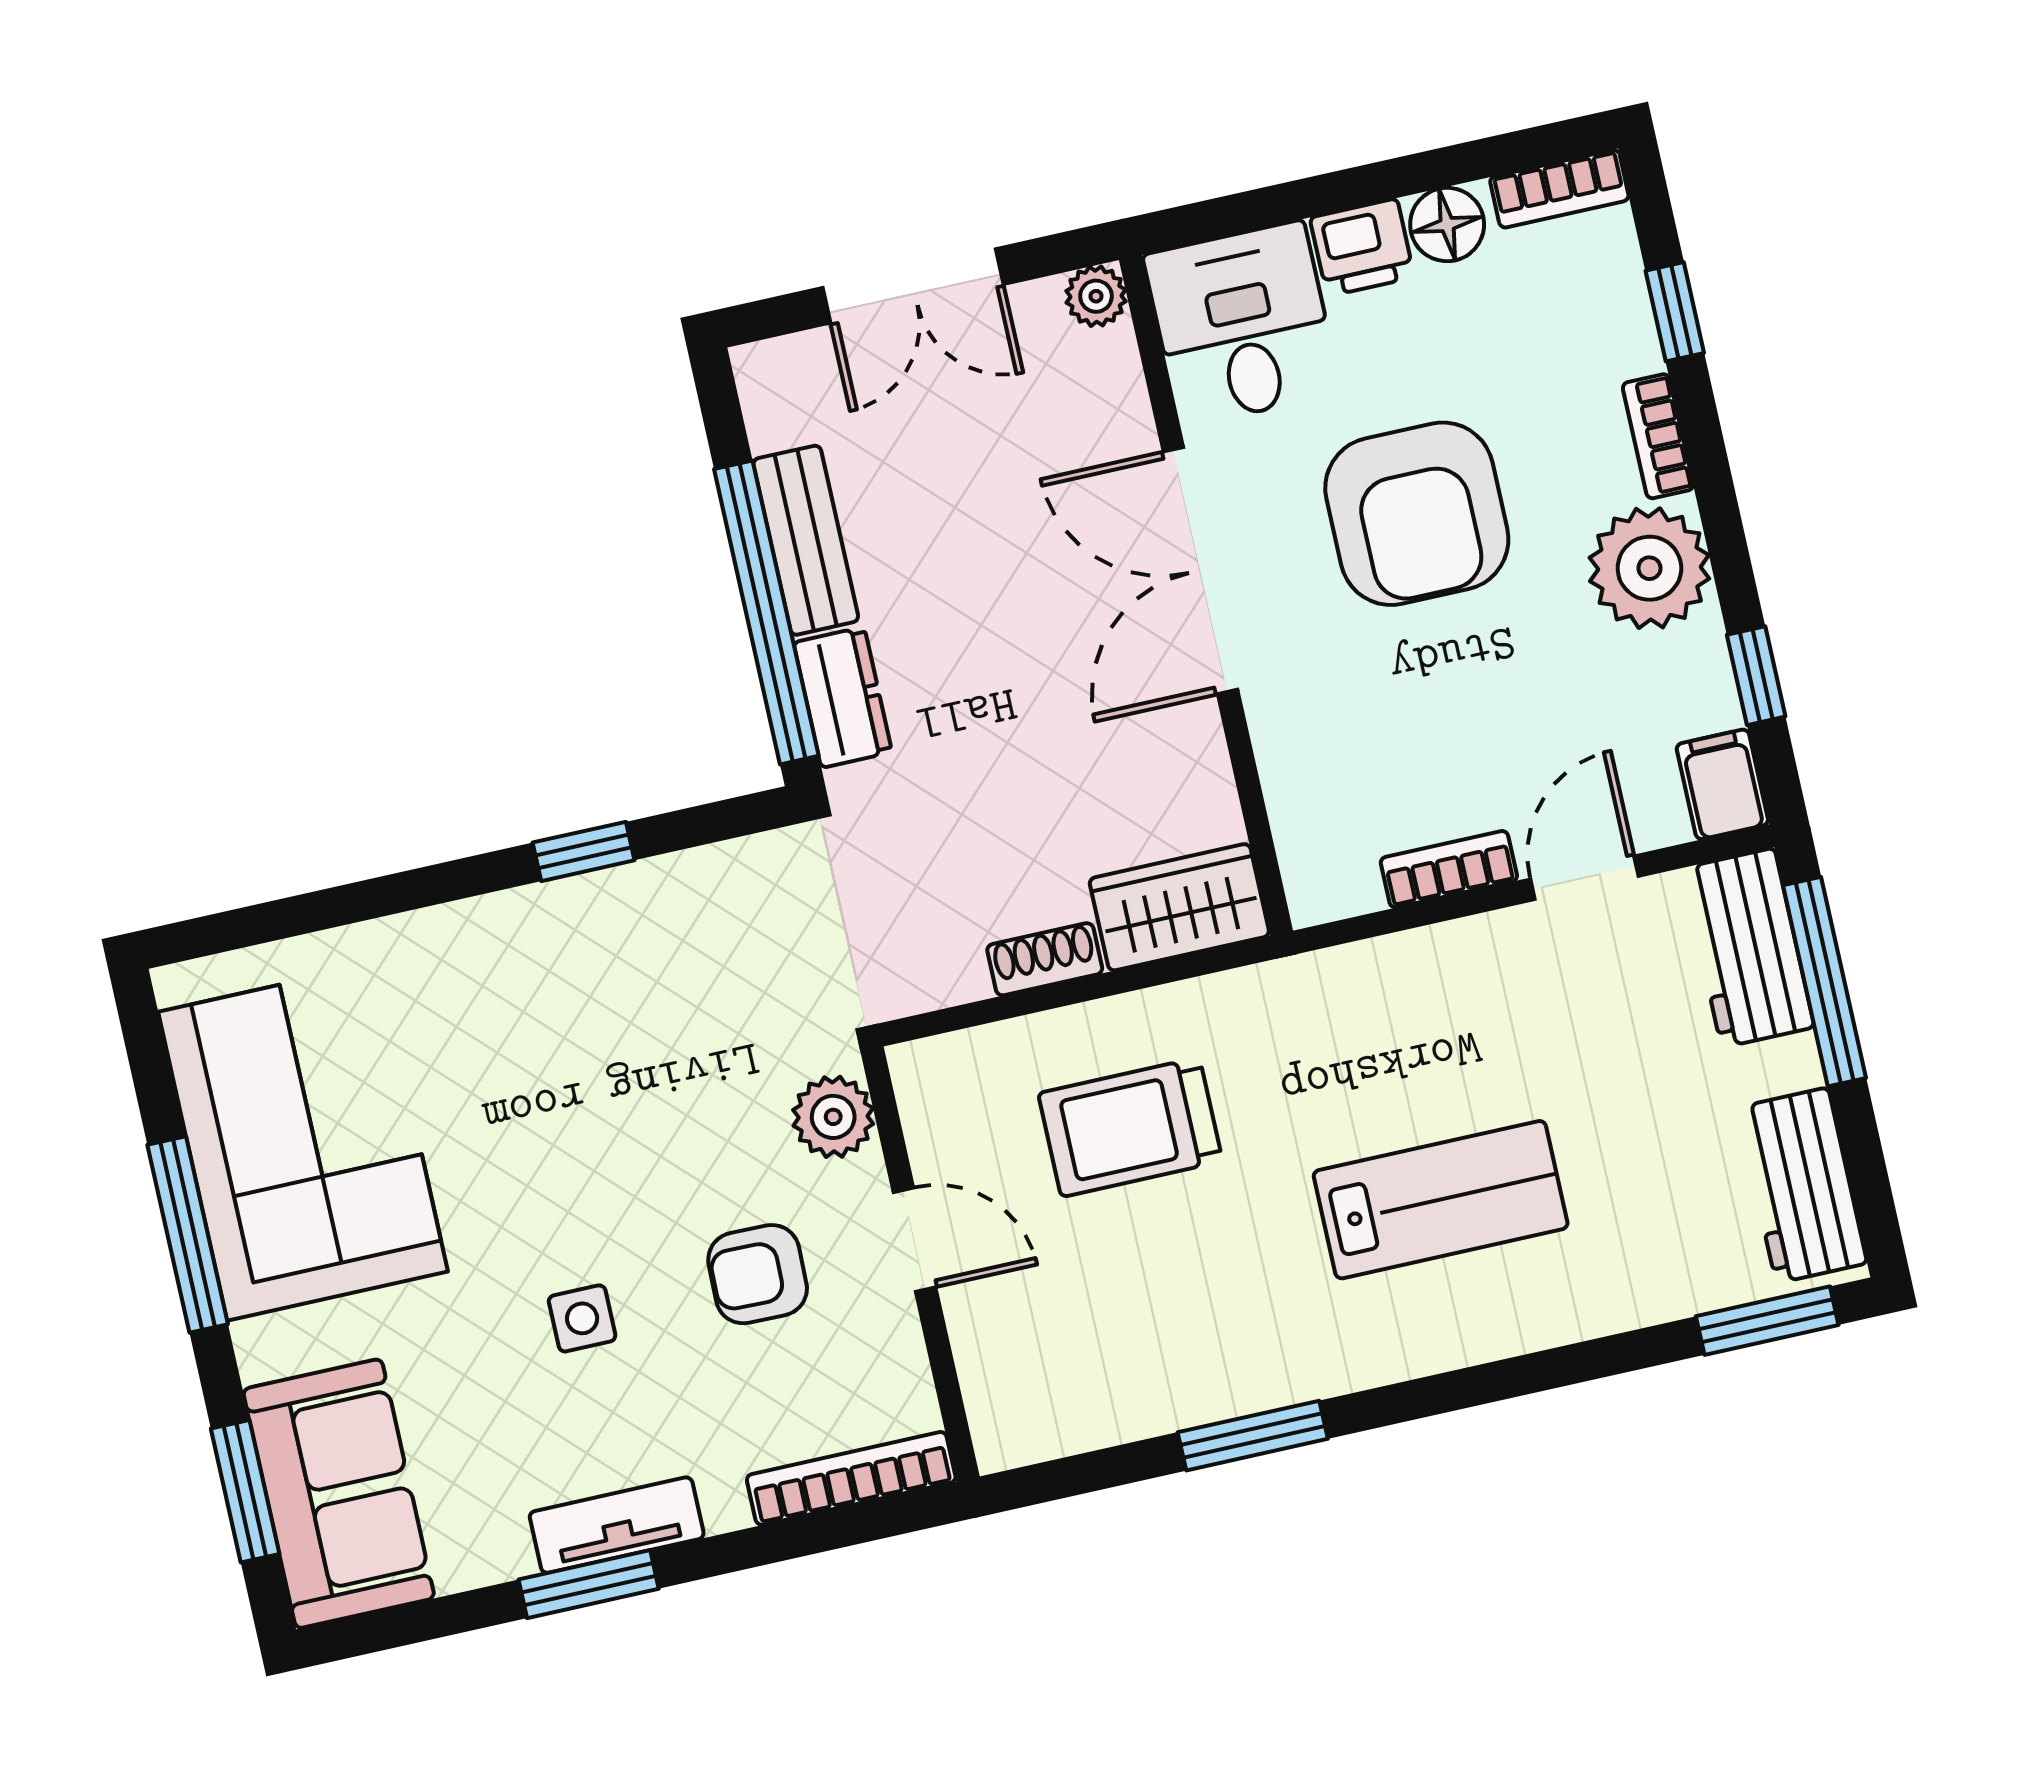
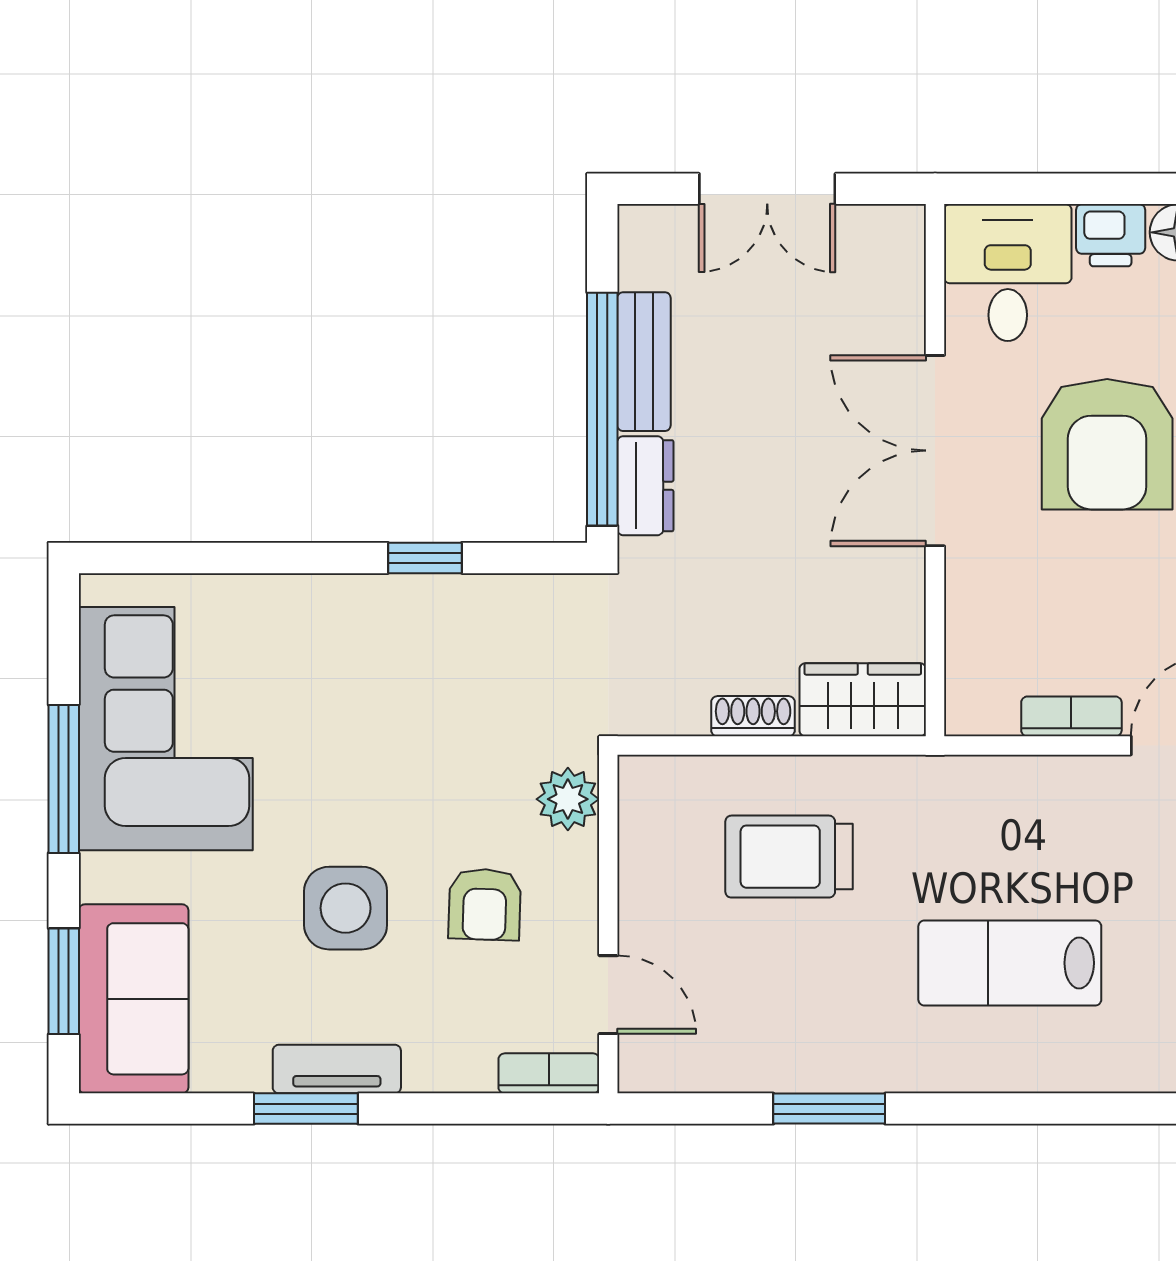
plant: (1096, 296) -> (903, 227), removed
lab bench: (1441, 1200) -> (1010, 963), turned 180
door: (915, 1240) -> (608, 995), moved
armchair: (758, 1274) -> (485, 904), turned -89
side table: (582, 1318) -> (346, 908), width x1.87, depth x1.87
bookcase: (851, 1478) -> (549, 1073), width x0.64

